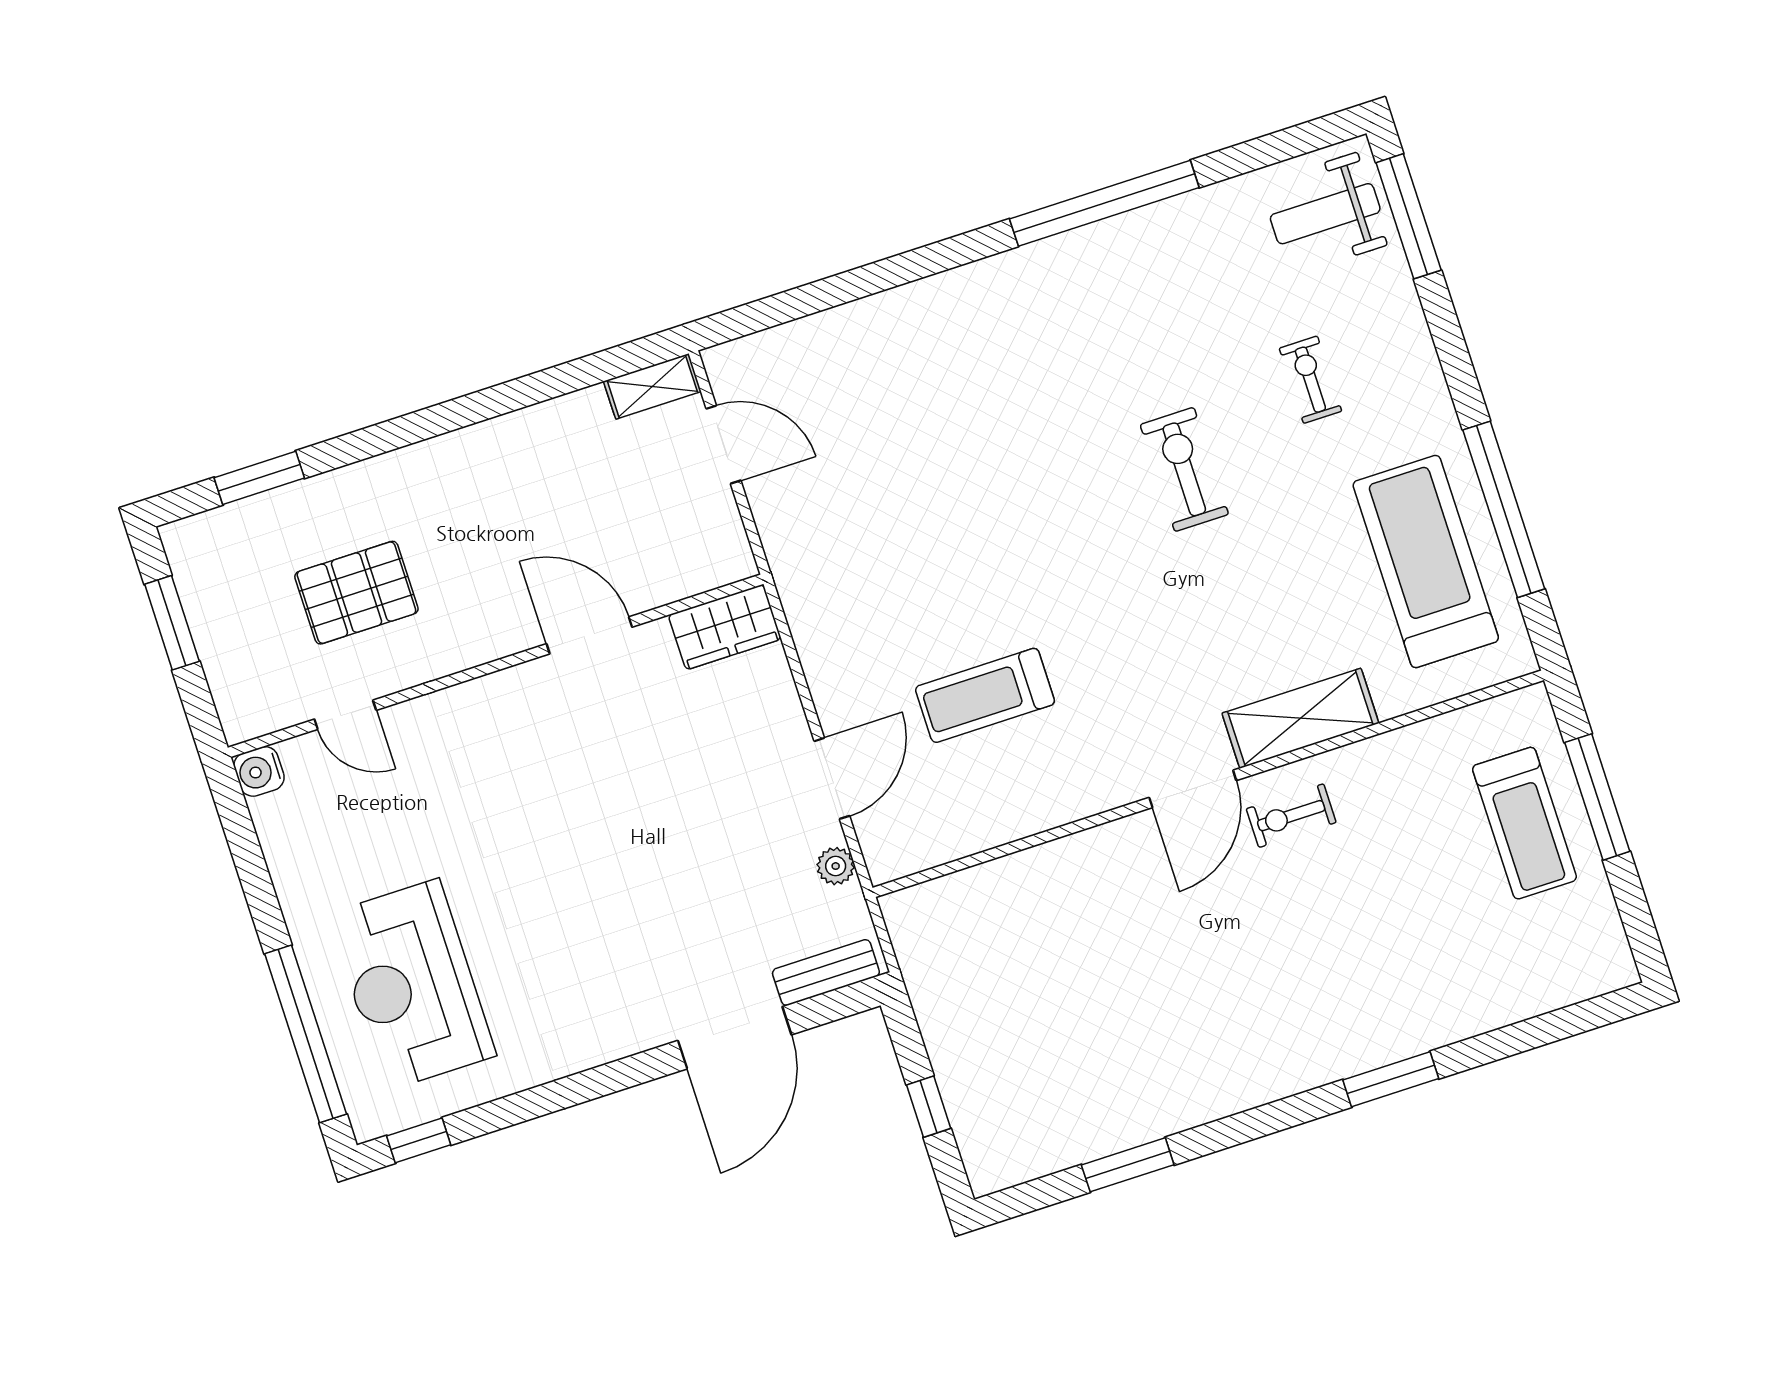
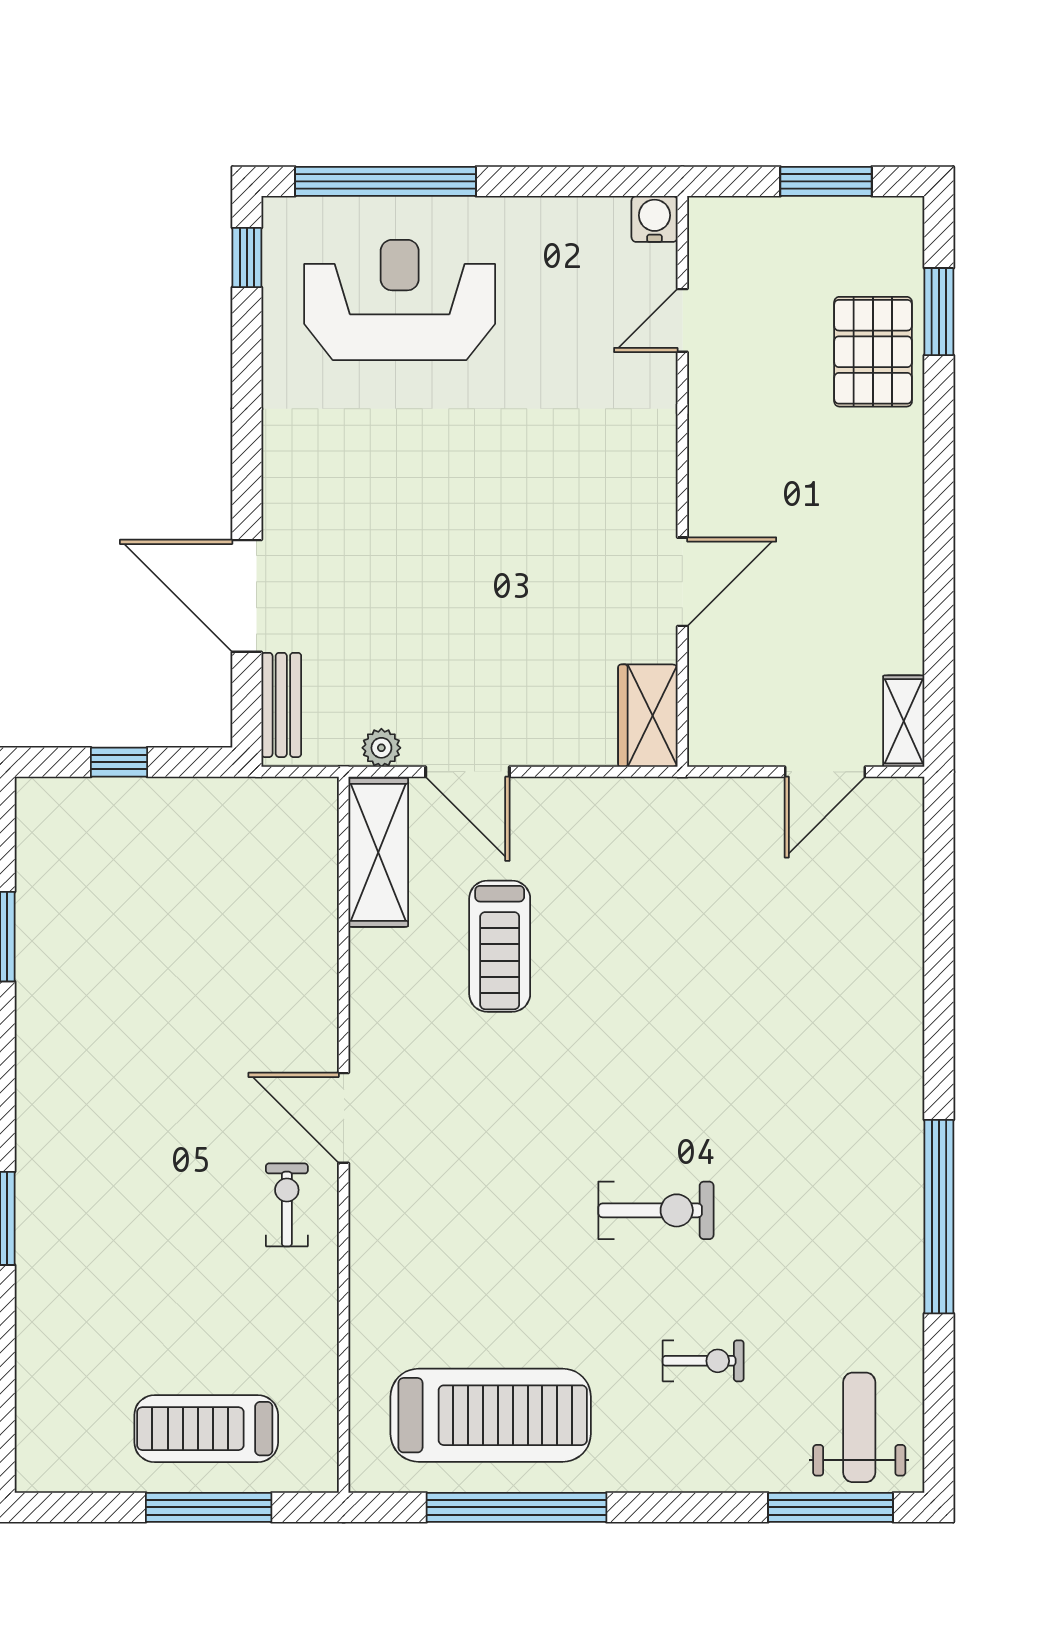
pallet: (356, 593) -> (873, 352), moved
treadmill: (985, 695) -> (500, 946), turned 180
shelving: (1300, 718) -> (378, 852), moved

